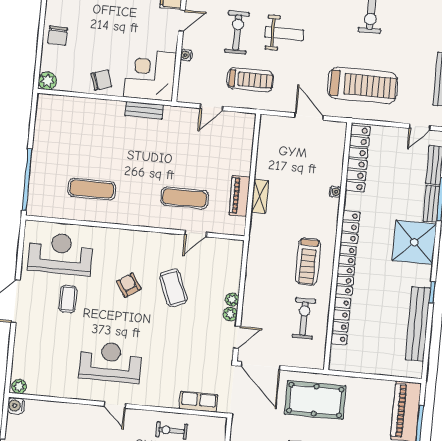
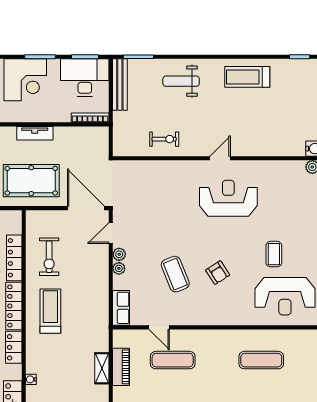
door: (196, 234) -> (159, 327), swing flipped
reception desk: (110, 362) -> (228, 198), turned 180
row of seats: (198, 402) -> (121, 308), moved, turned -90
door: (115, 405) -> (220, 158), hinge flipped

